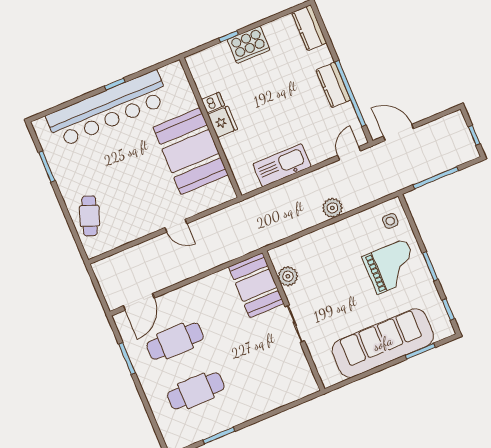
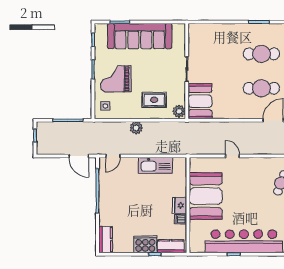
kitchen counter: (333, 85) -> (171, 246), moved, turned -90
rug: (323, 259) -> (154, 100), added
plant: (288, 276) -> (179, 111), moved

